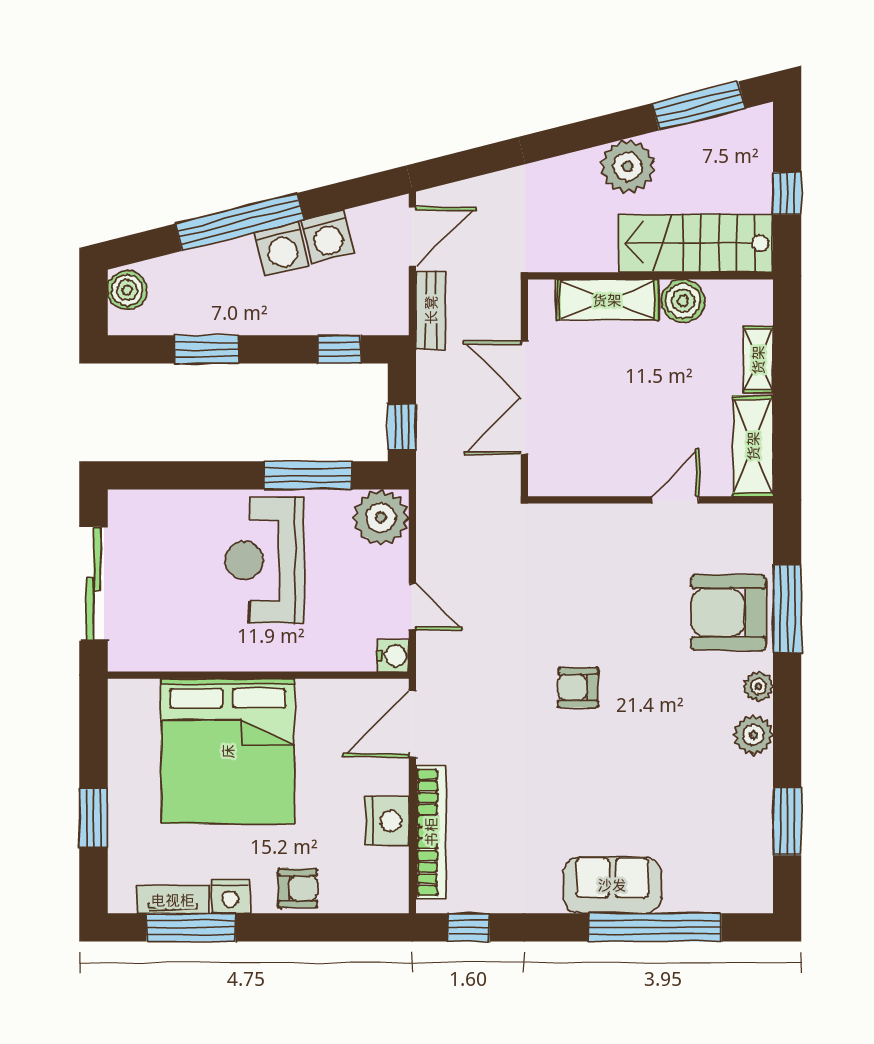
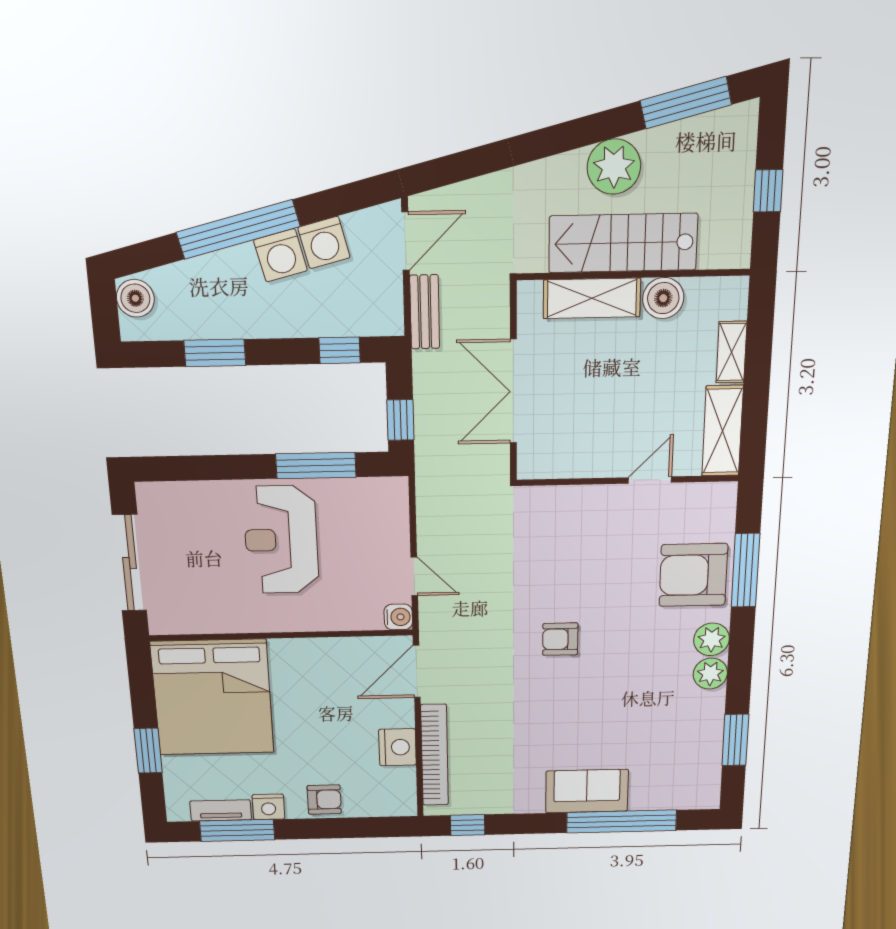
stairs: (696, 243) -> (623, 243), moved
plant: (381, 517) -> (384, 501), removed
plant: (758, 686) -> (712, 639), width x1.38, depth x1.38
bed: (228, 751) -> (212, 697), moved

